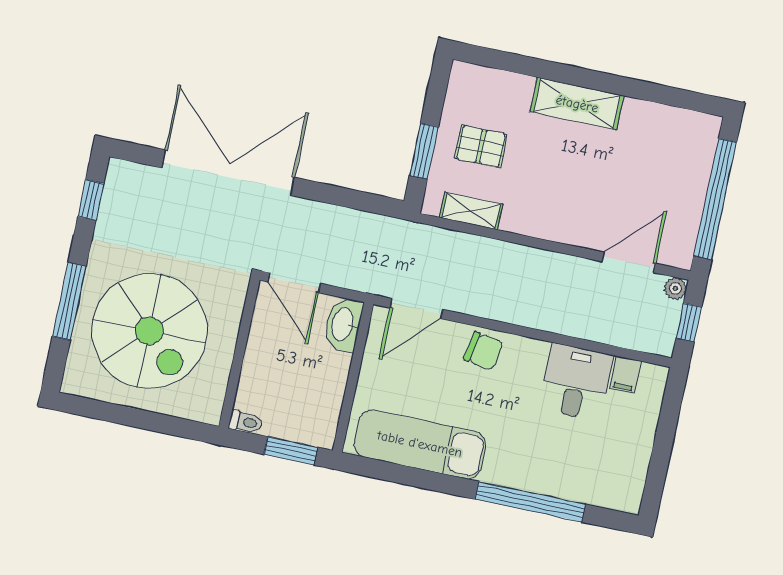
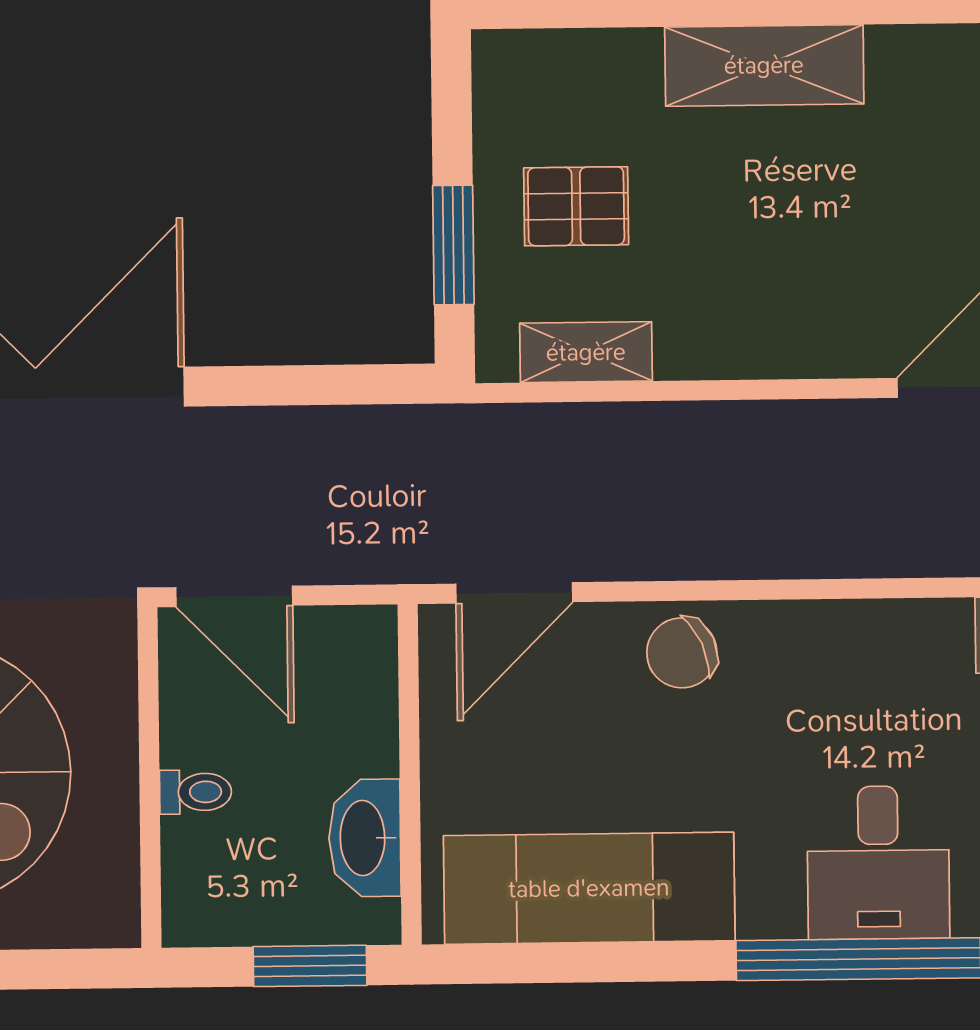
washbasin: (343, 324) -> (365, 838), moved
chair: (483, 351) -> (682, 653), turned 146
desk: (576, 382) -> (878, 863), moved, turned 180
toilet: (246, 422) -> (196, 792), moved

